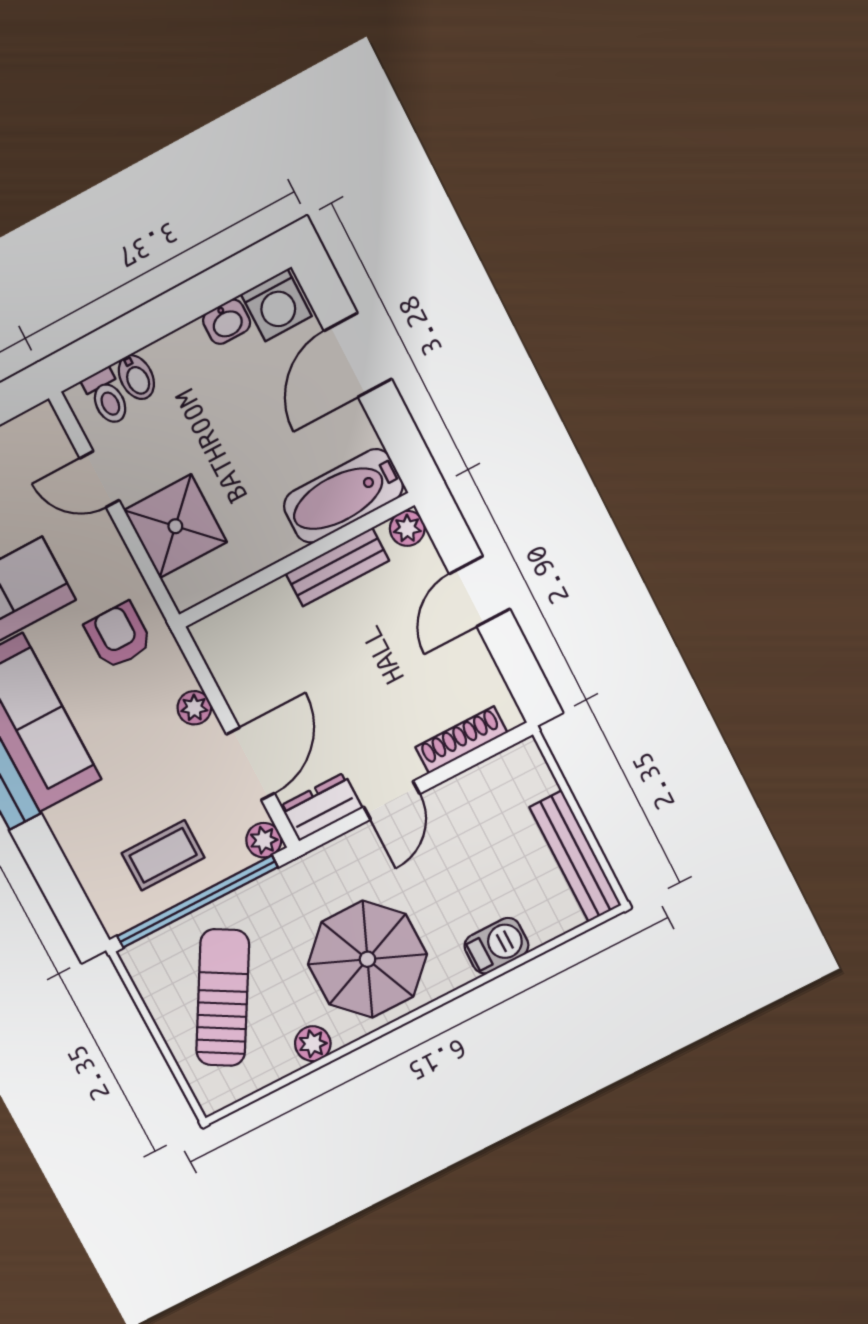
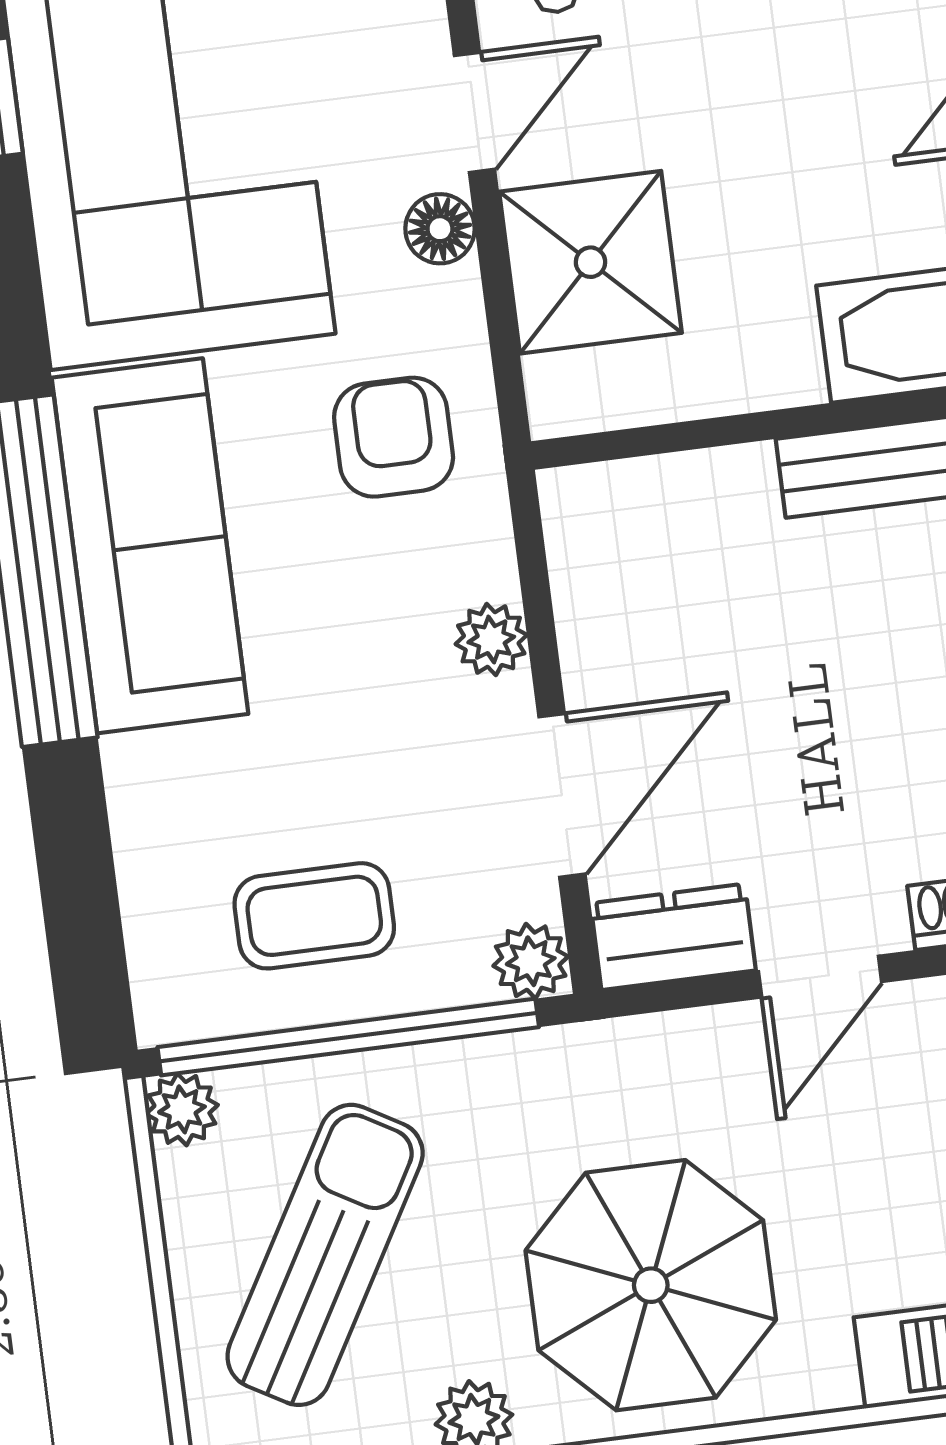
door: (100, 479) -> (475, 112), swing flipped
floor lamp: (104, 536) -> (440, 229), added
plant: (138, 959) -> (182, 1109), added

